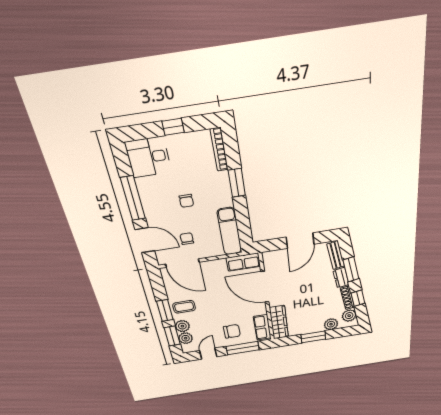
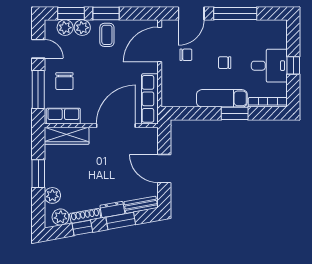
desk: (148, 157) -> (269, 66), moved, turned 90
exam couch: (229, 231) -> (222, 98), moved
row of seats: (243, 262) -> (150, 99), width x1.48

